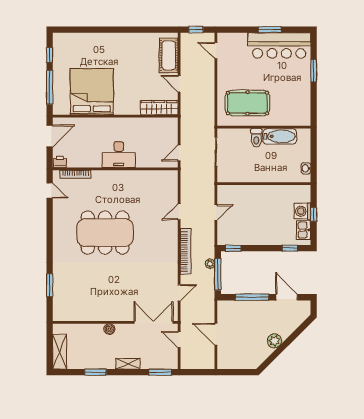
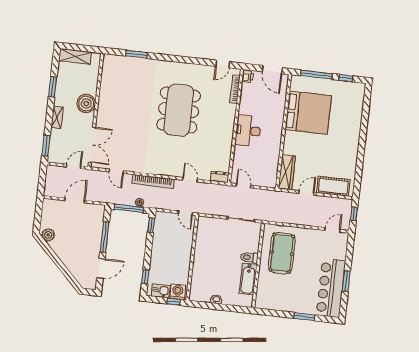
dresser: (172, 180) -> (220, 177), added
wall: (264, 184) -> (192, 258), moved
boiler: (109, 329) -> (86, 104), width x1.86, depth x1.86
plant: (274, 341) -> (48, 235), moved

